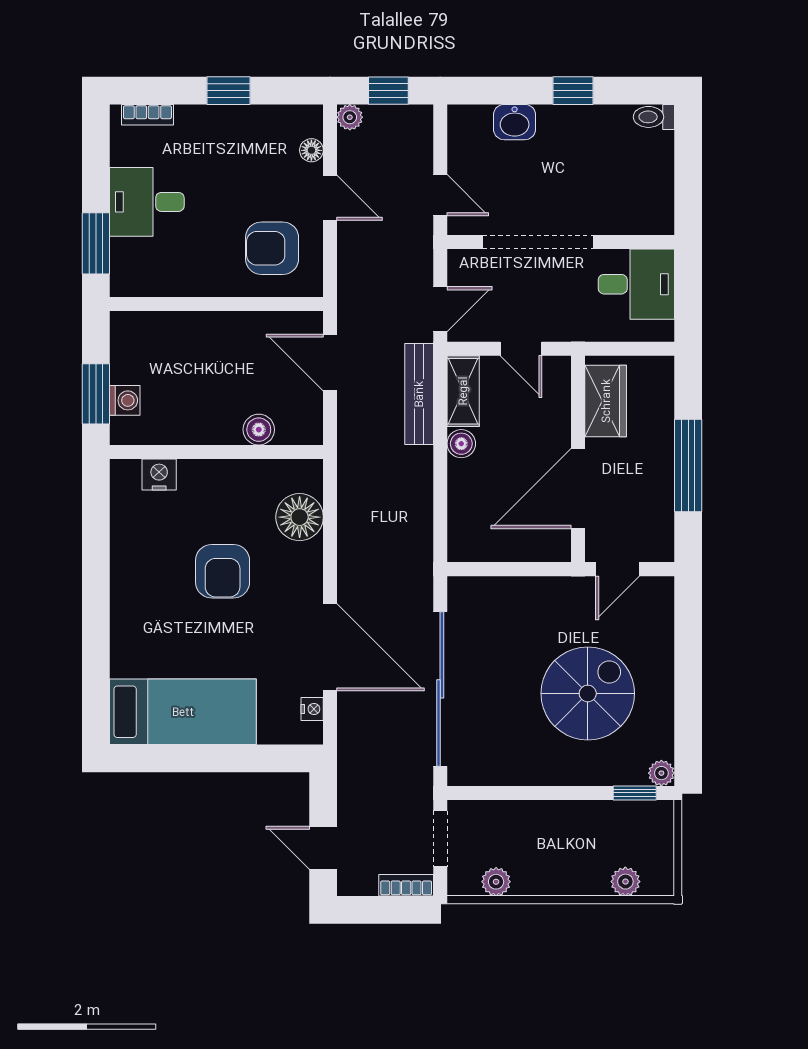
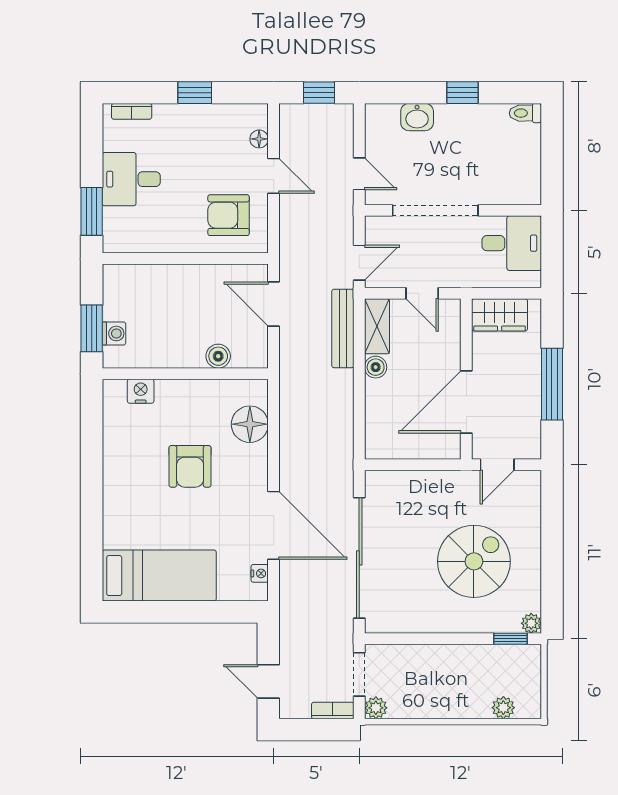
plant: (350, 117) -> (289, 113), removed
wardrobe: (606, 401) -> (500, 315), moved, turned 90
plant: (496, 882) -> (376, 708), moved

